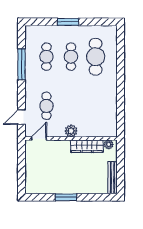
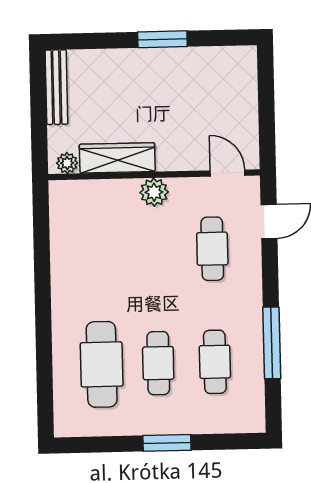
door: (39, 139) -> (228, 173), swing flipped

